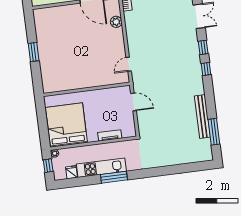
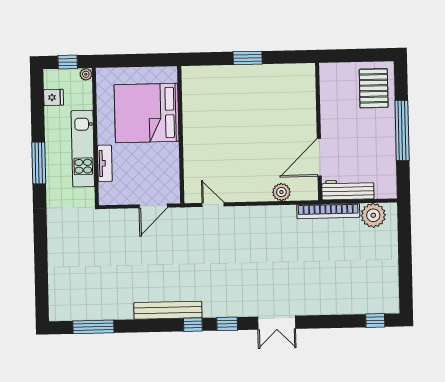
bench: (202, 117) -> (168, 310), moved
bed: (66, 125) -> (147, 113), moved, turned 180
kitchen unit: (101, 168) -> (83, 149), moved, turned 180

